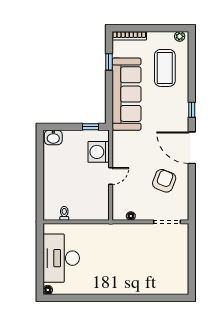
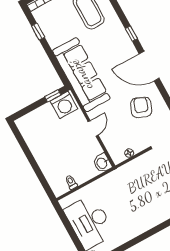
sofa: (127, 94) -> (81, 75), moved
washbasin: (53, 137) -> (102, 163), moved, turned 90
washing machine: (99, 152) -> (64, 105), moved, turned -90

